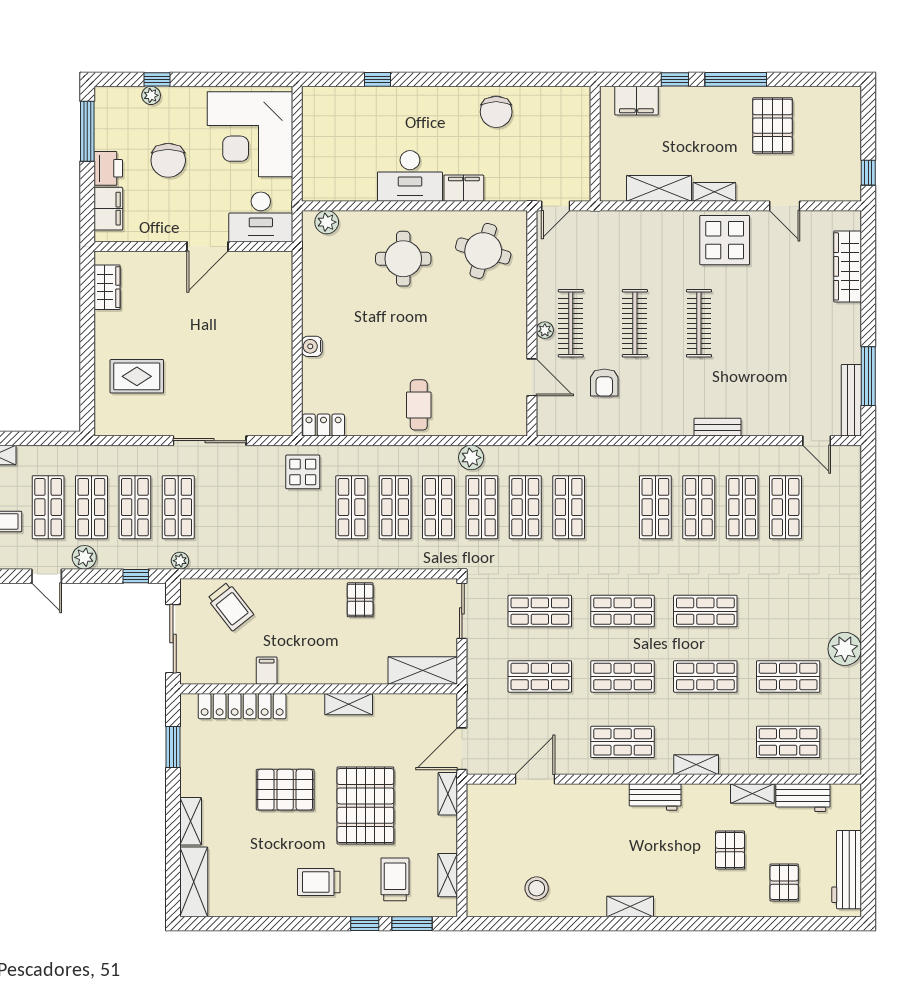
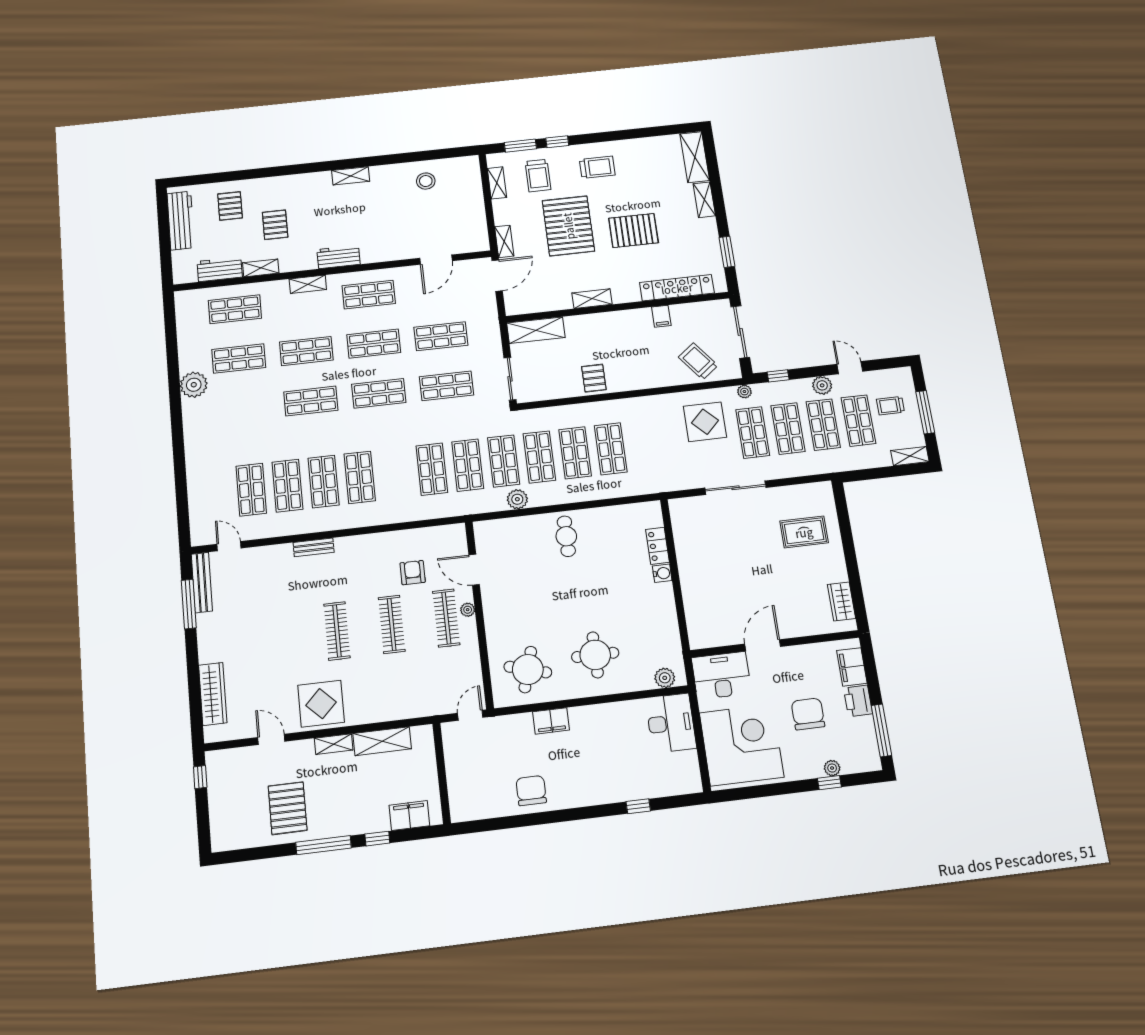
desk: (410, 176) -> (671, 723), moved, turned 90
locker: (324, 425) -> (657, 546), moved, turned 90
display table: (303, 472) -> (705, 422), moved, width x1.36, depth x1.36

